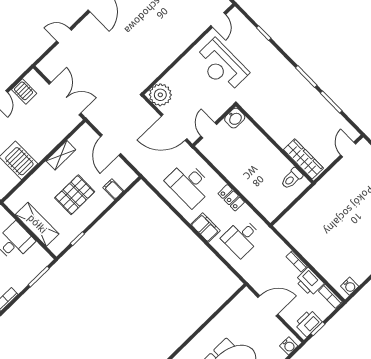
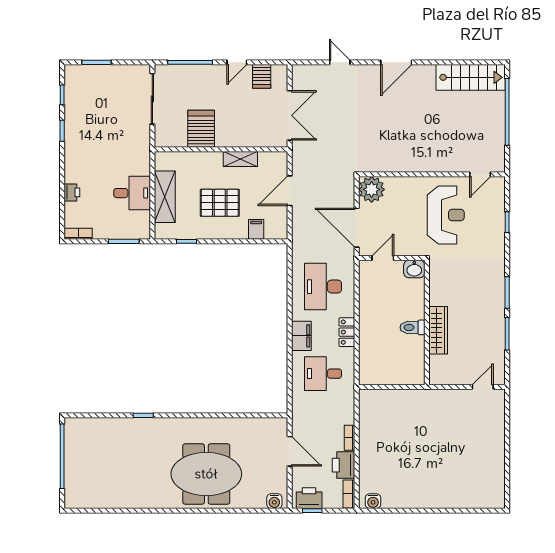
reception desk: (221, 66) -> (446, 215), turned 180
wardrobe: (303, 159) -> (438, 330), moved
toilet: (292, 178) -> (412, 327), moved

